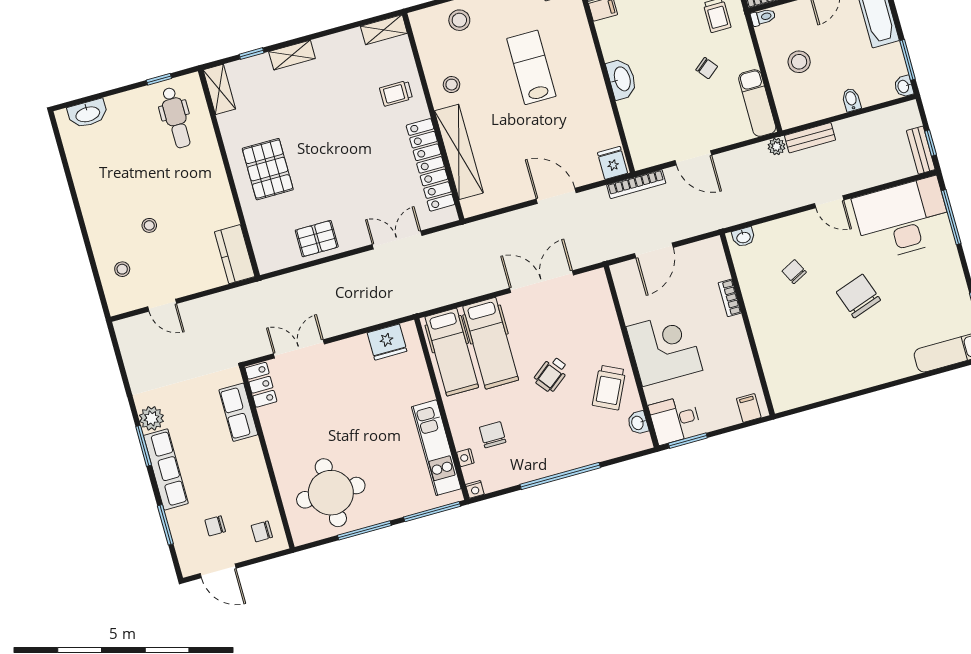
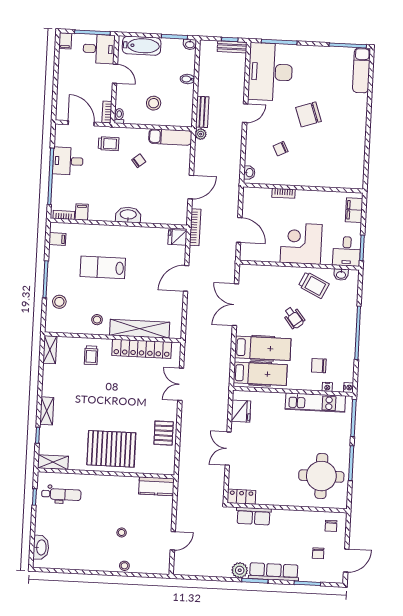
pallet: (268, 169) -> (111, 449), width x1.37, depth x1.41
stool: (122, 269) -> (124, 566), moved
double door: (299, 349) -> (228, 449), moved
filing cabinet: (749, 408) -> (354, 210), width x2.00

